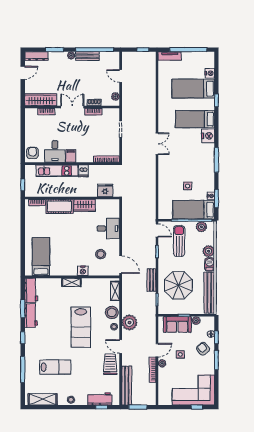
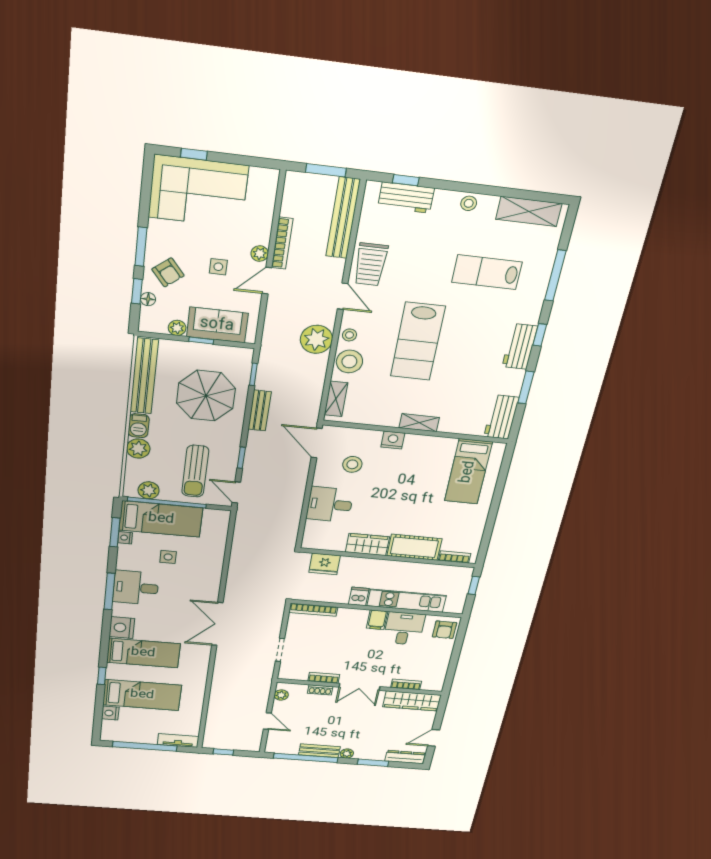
double door: (157, 144) -> (217, 624), width x1.37
desk: (203, 164) -> (136, 588), added
workbench: (31, 315) -> (520, 347), moved
lab bench: (81, 327) -> (418, 341), turned 180

